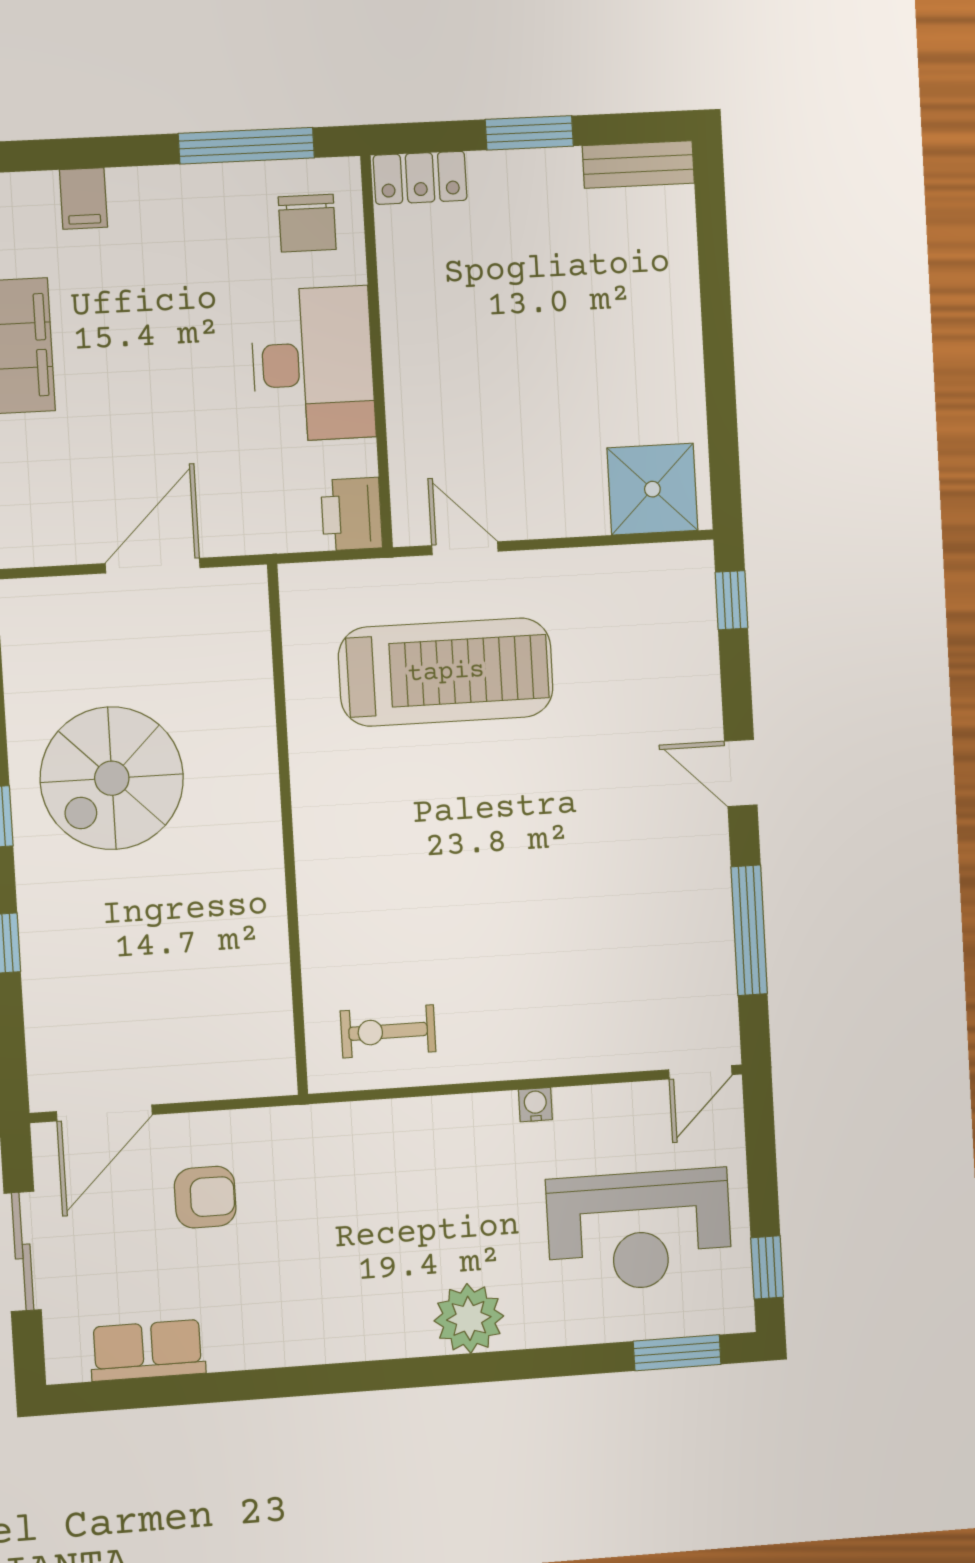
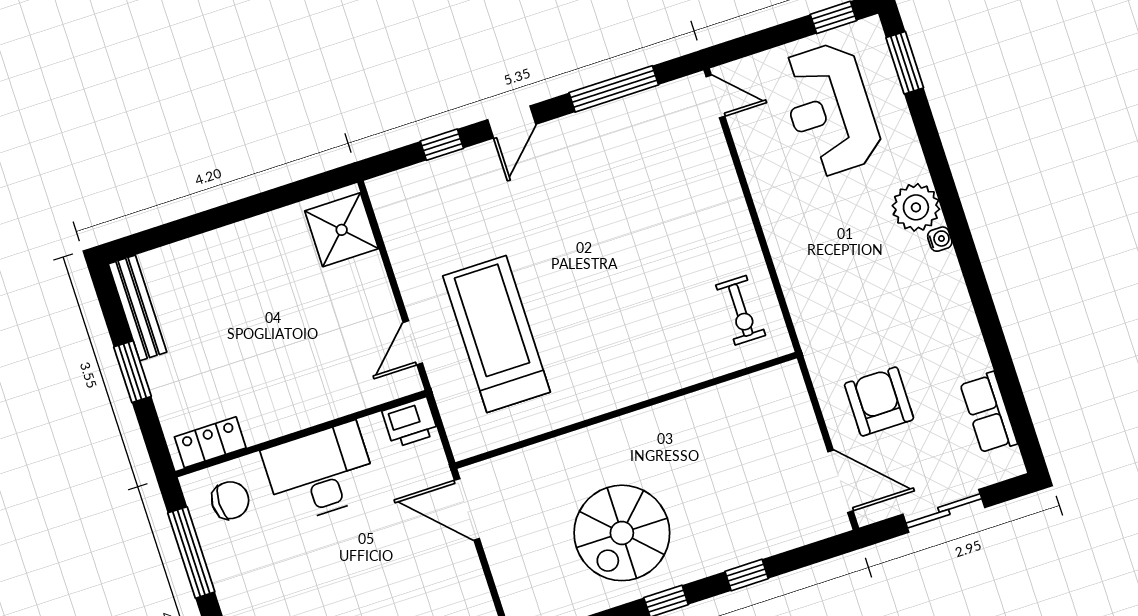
bench: (638, 164) -> (138, 308), width x1.36
locker: (420, 178) -> (210, 442), moved, turned -90
door: (153, 566) -> (467, 509), moved
window: (732, 600) -> (442, 145), moved
spiral stairs: (112, 778) -> (622, 533), turned 90
water cooler: (535, 1105) -> (940, 239), moved, turned 180
armchair: (205, 1197) -> (879, 401), width x1.38, depth x1.38
reception desk: (639, 1230) -> (830, 110), turned 180

